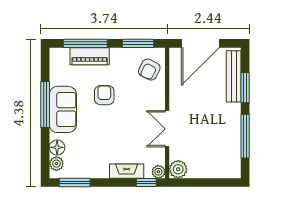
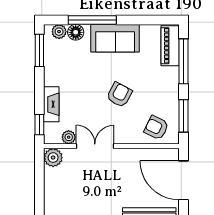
piano: (90, 56) -> (170, 46), moved
armchair: (104, 95) -> (119, 95), moved, turned -62
window: (45, 104) -> (92, 20), moved
plant: (158, 172) -> (69, 137), moved

